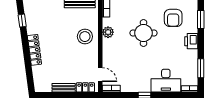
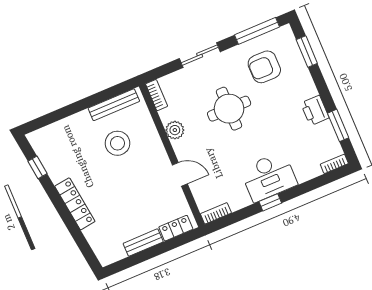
armchair: (173, 18) -> (264, 67), turned 90
stool: (85, 37) -> (117, 143), moved
printer: (191, 41) -> (315, 110), moved
door: (100, 75) -> (180, 174), moved
desk: (166, 81) -> (269, 177), moved

